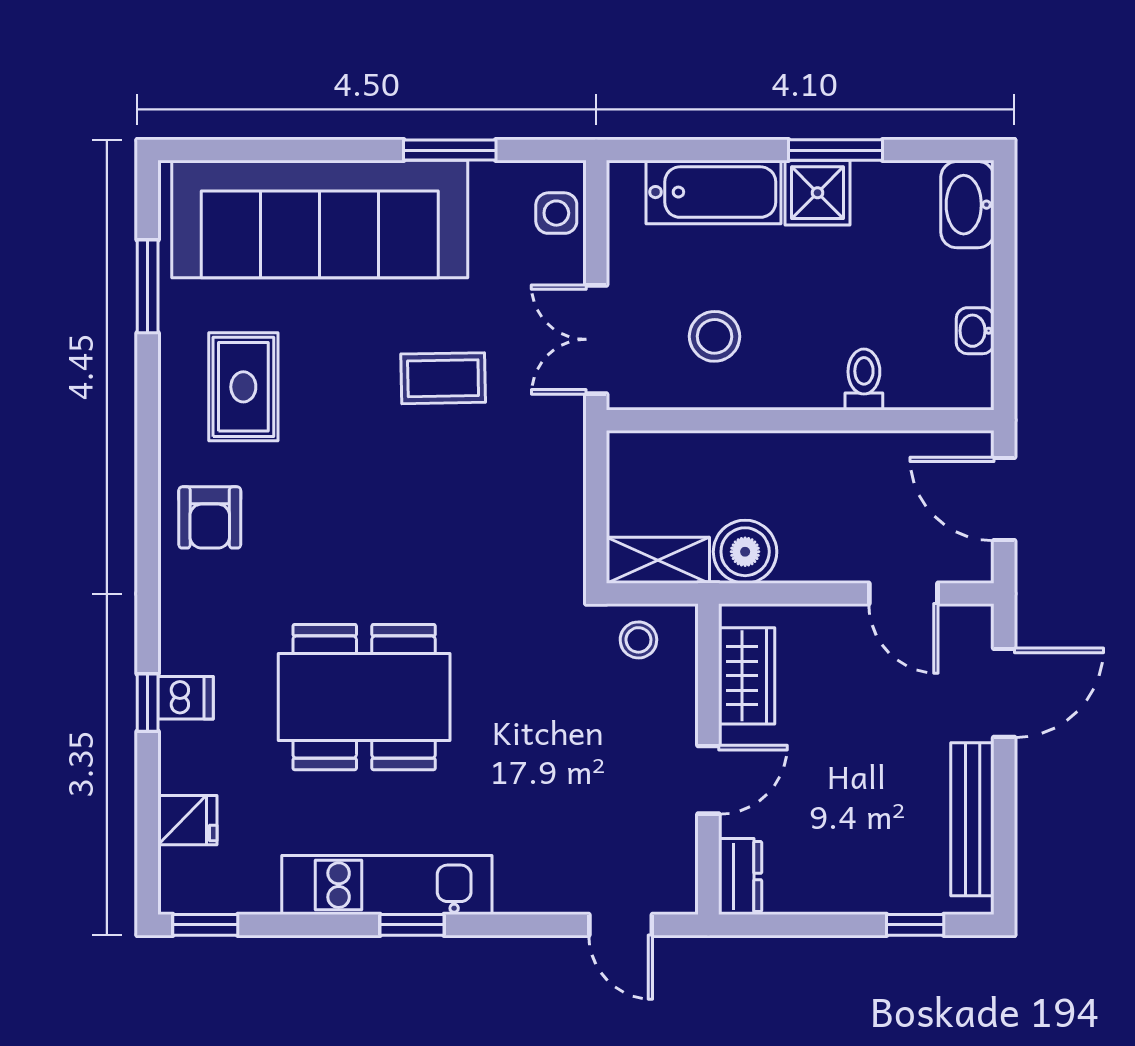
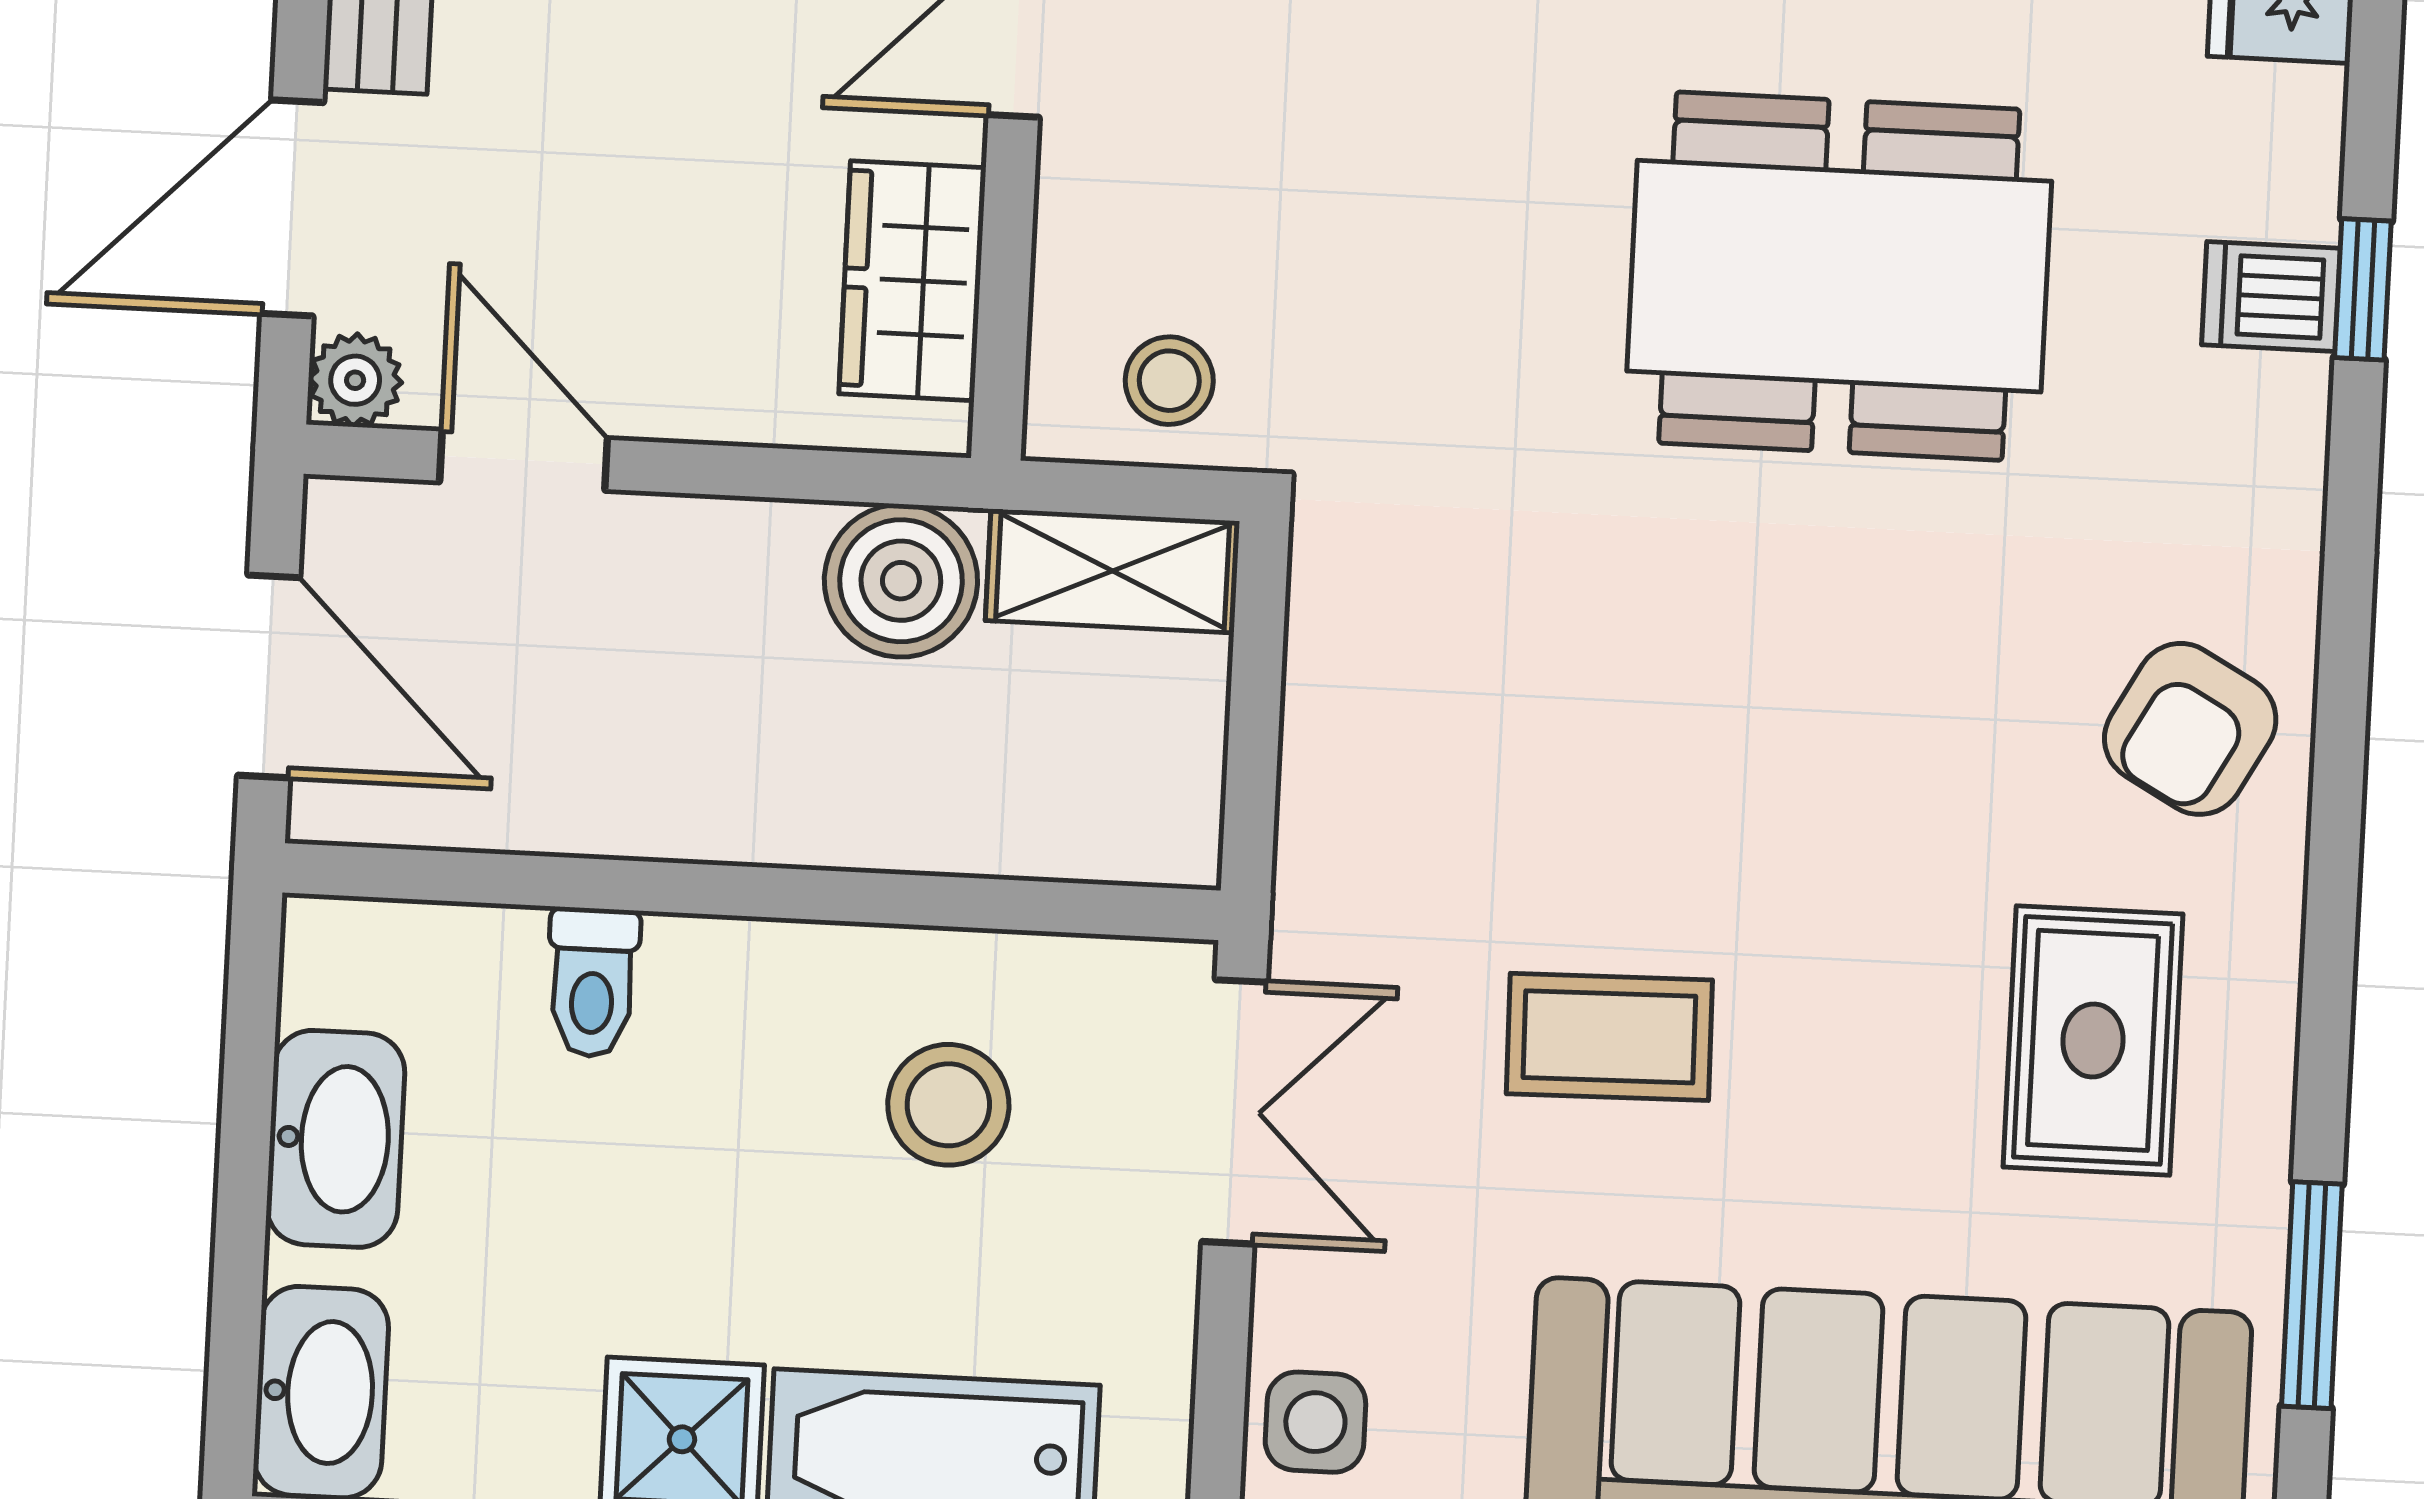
washbasin: (975, 331) -> (336, 1139), width x1.91, depth x1.45
armchair: (210, 517) -> (2190, 729), turned -151
plant: (975, 623) -> (355, 380), added

